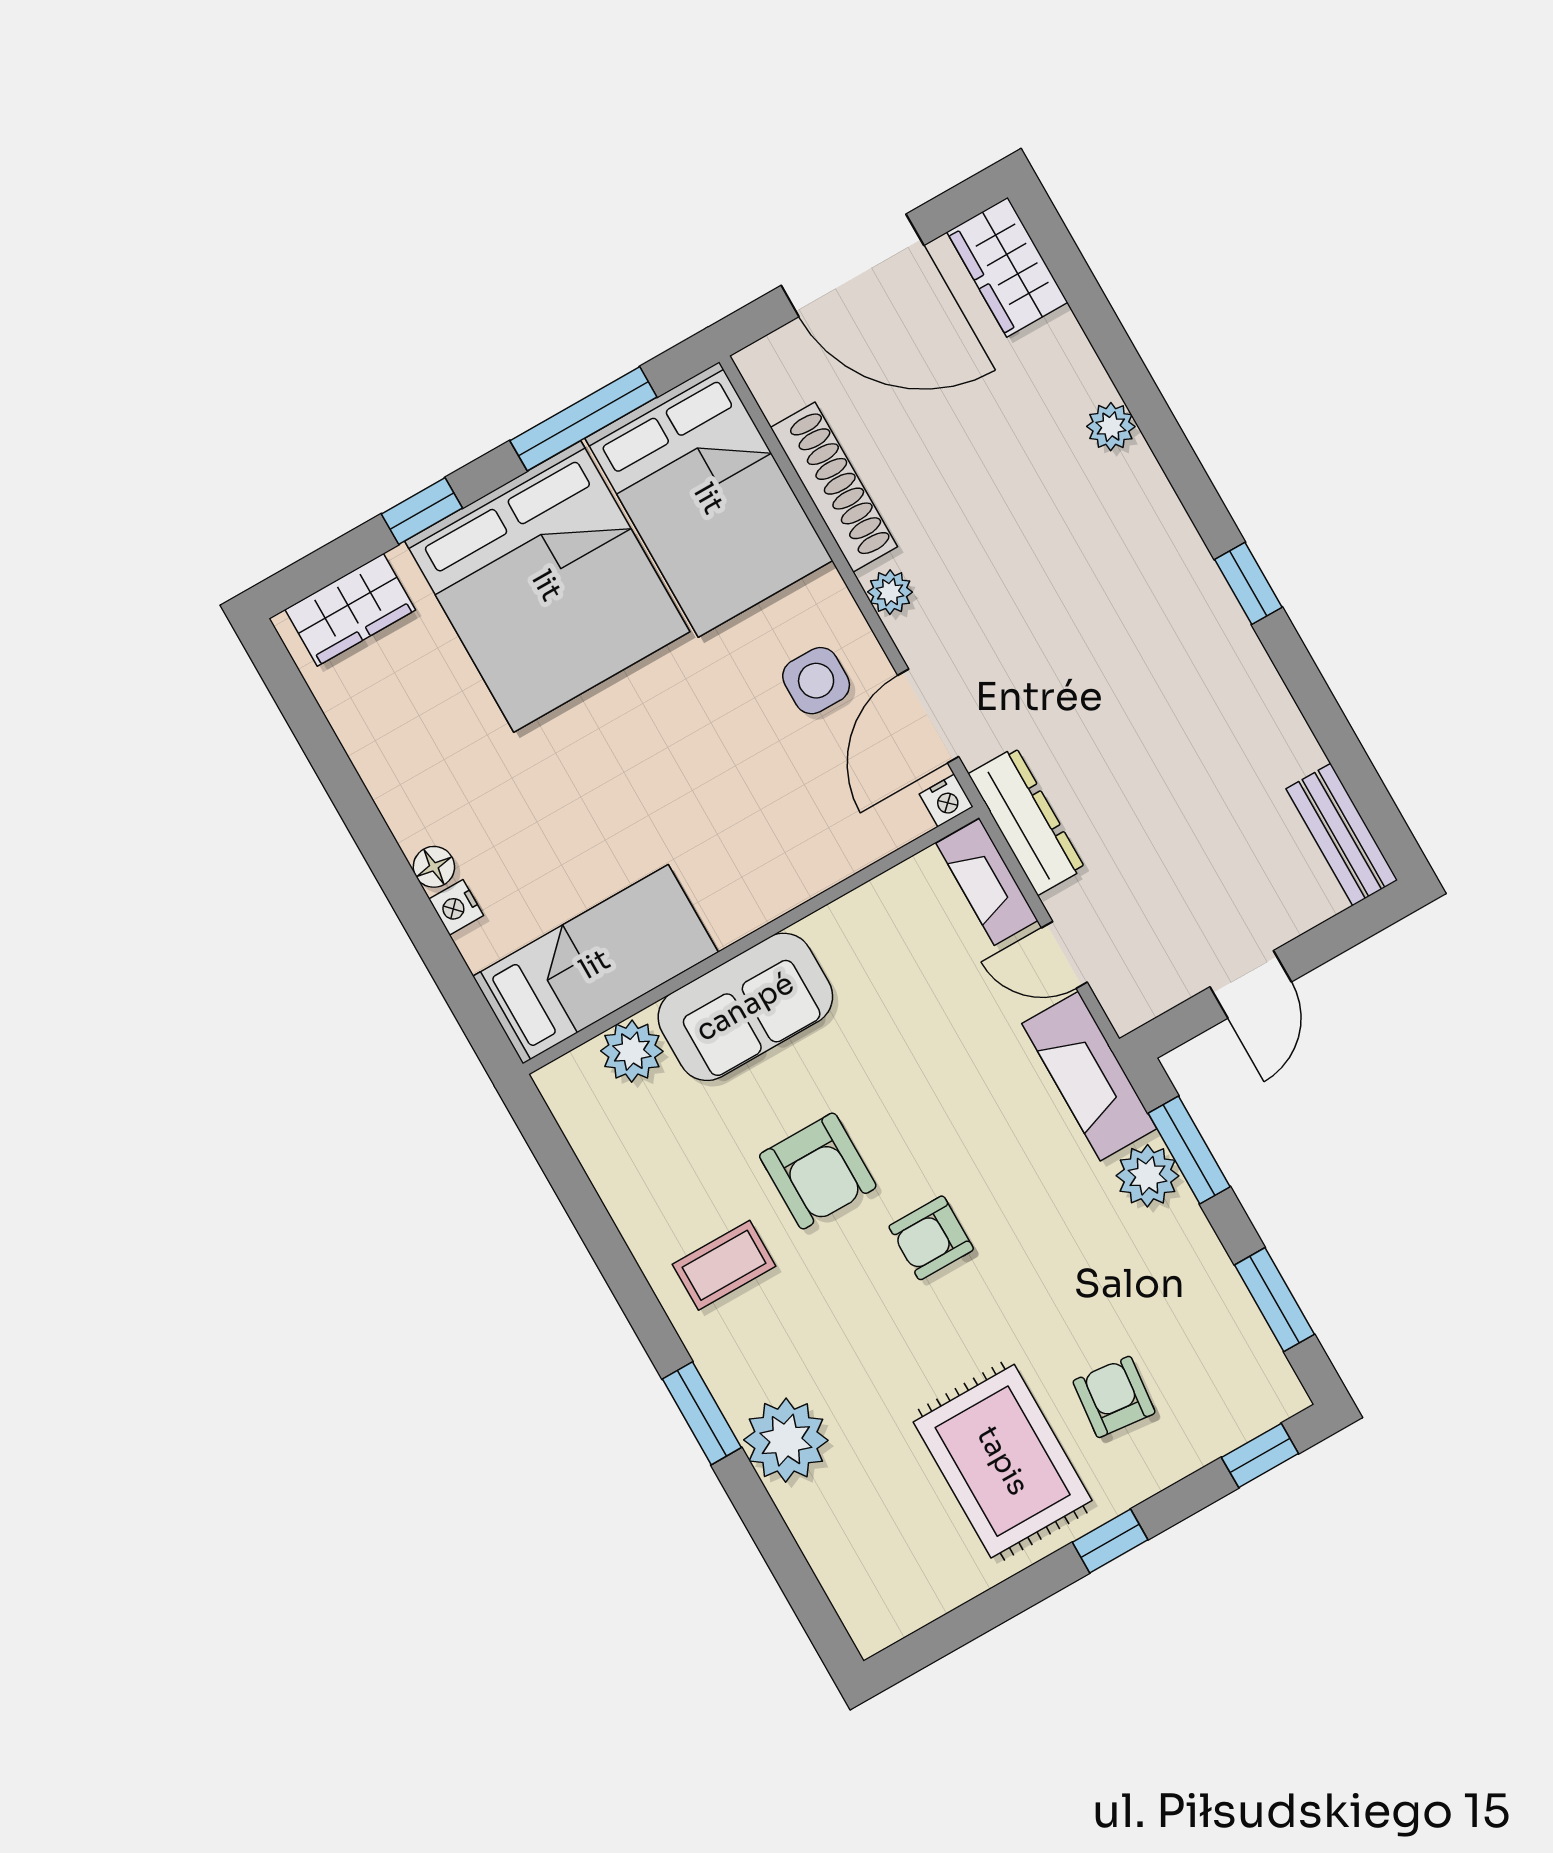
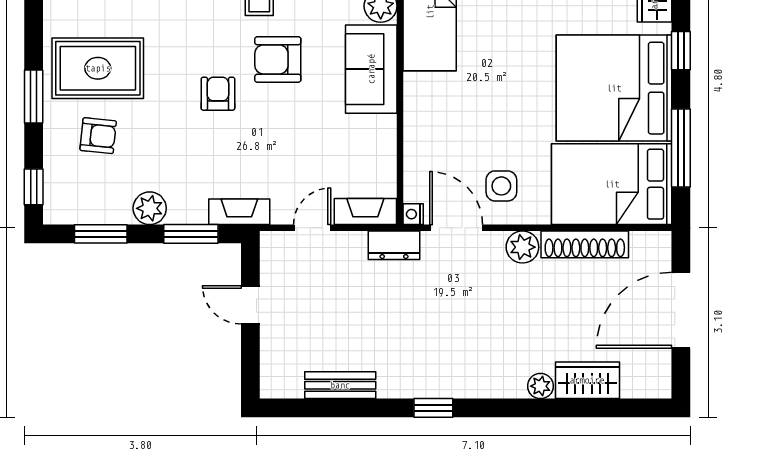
wardrobe: (1007, 267) -> (587, 380), moved
plant: (890, 592) -> (522, 247), width x1.38, depth x1.38
dresser: (1027, 821) -> (394, 245), width x0.70
bench: (1342, 835) -> (340, 385), moved
fireplace: (1089, 1076) -> (239, 212), width x0.73, depth x0.76
plant: (1147, 1176) -> (150, 208), moved
window: (1110, 1541) -> (34, 96), width x1.50

